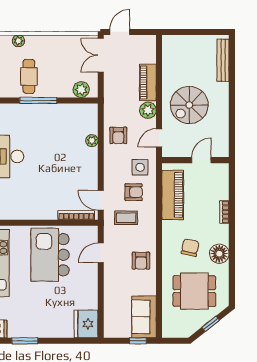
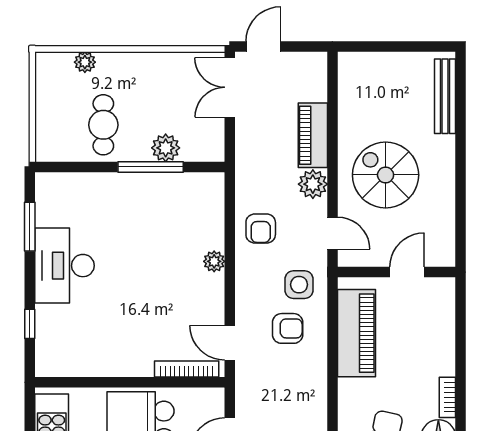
plant: (81, 90) -> (166, 148), moved
window: (38, 100) -> (151, 167), moved
spiral stairs: (189, 105) -> (386, 175), turned 90
door: (159, 138) -> (332, 233), swing flipped
plant: (92, 141) -> (214, 261), moved
bookcase: (224, 212) -> (447, 397), moved
coffee table: (126, 218) -> (274, 373), removed

